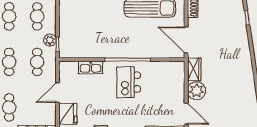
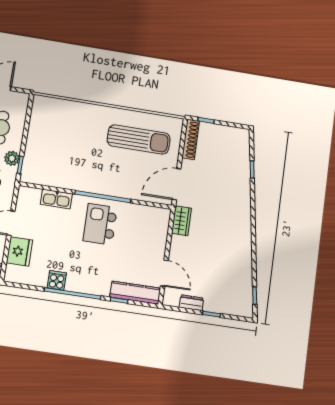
door: (186, 40) -> (177, 184), hinge flipped
plant: (197, 91) -> (181, 247), removed

